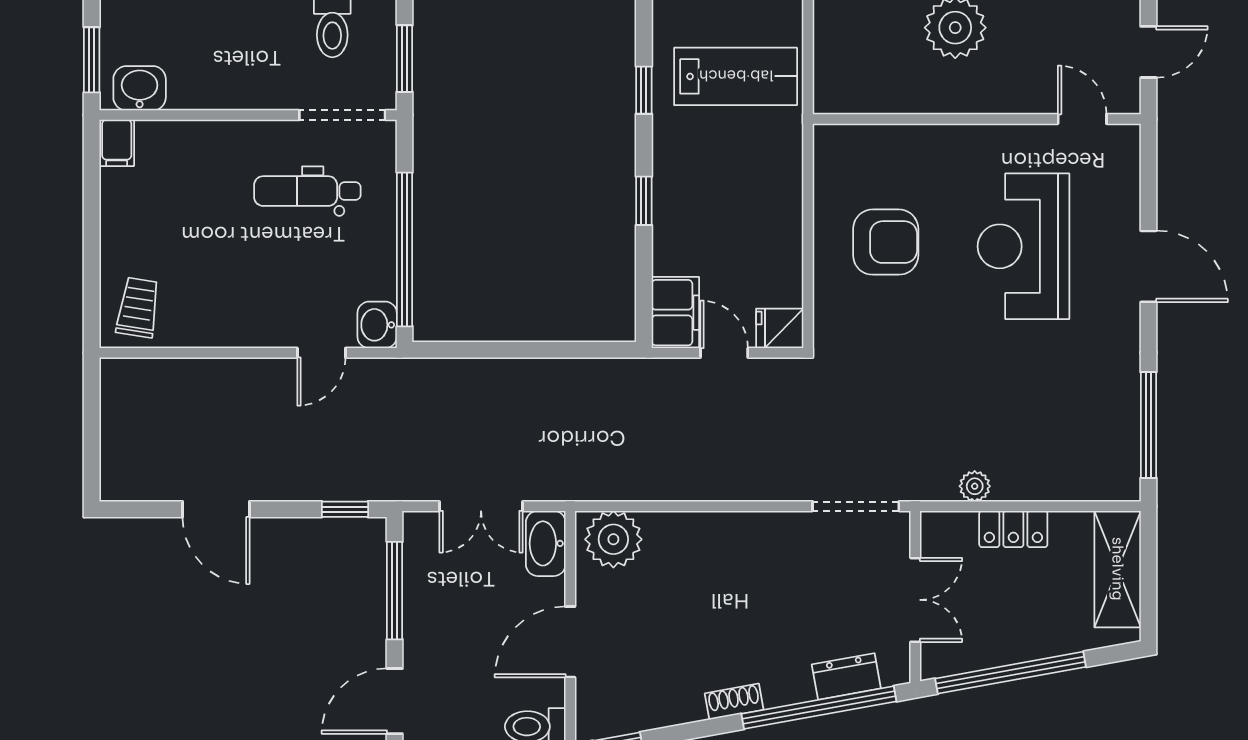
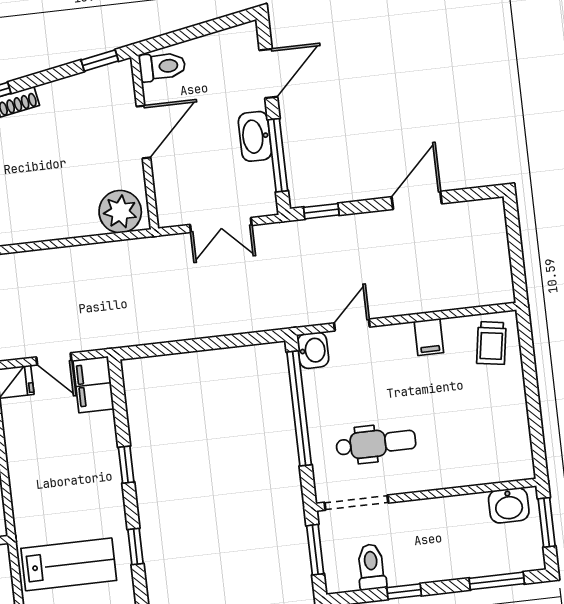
lab bench: (736, 76) -> (69, 564), turned 180
filing cabinet: (117, 143) -> (429, 337), moved, turned 180
double door: (481, 506) -> (221, 225), swing flipped
door: (216, 509) -> (417, 200), hinge flipped
washbasin: (546, 543) -> (255, 136), moved, turned 180

